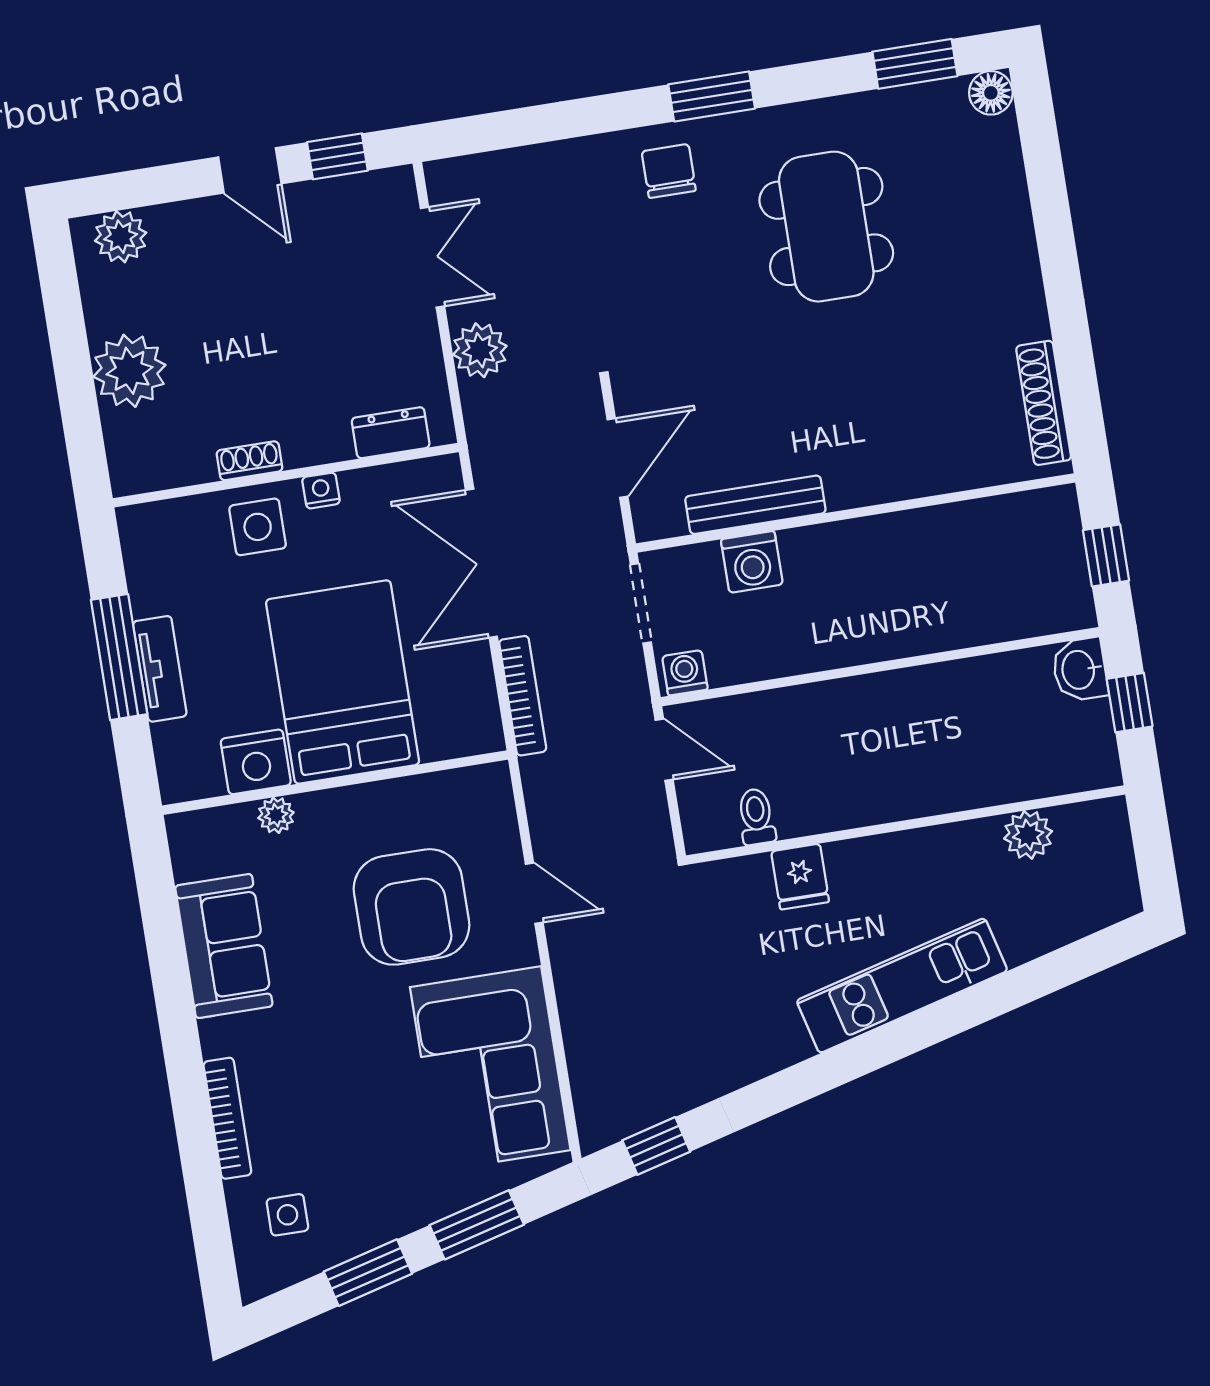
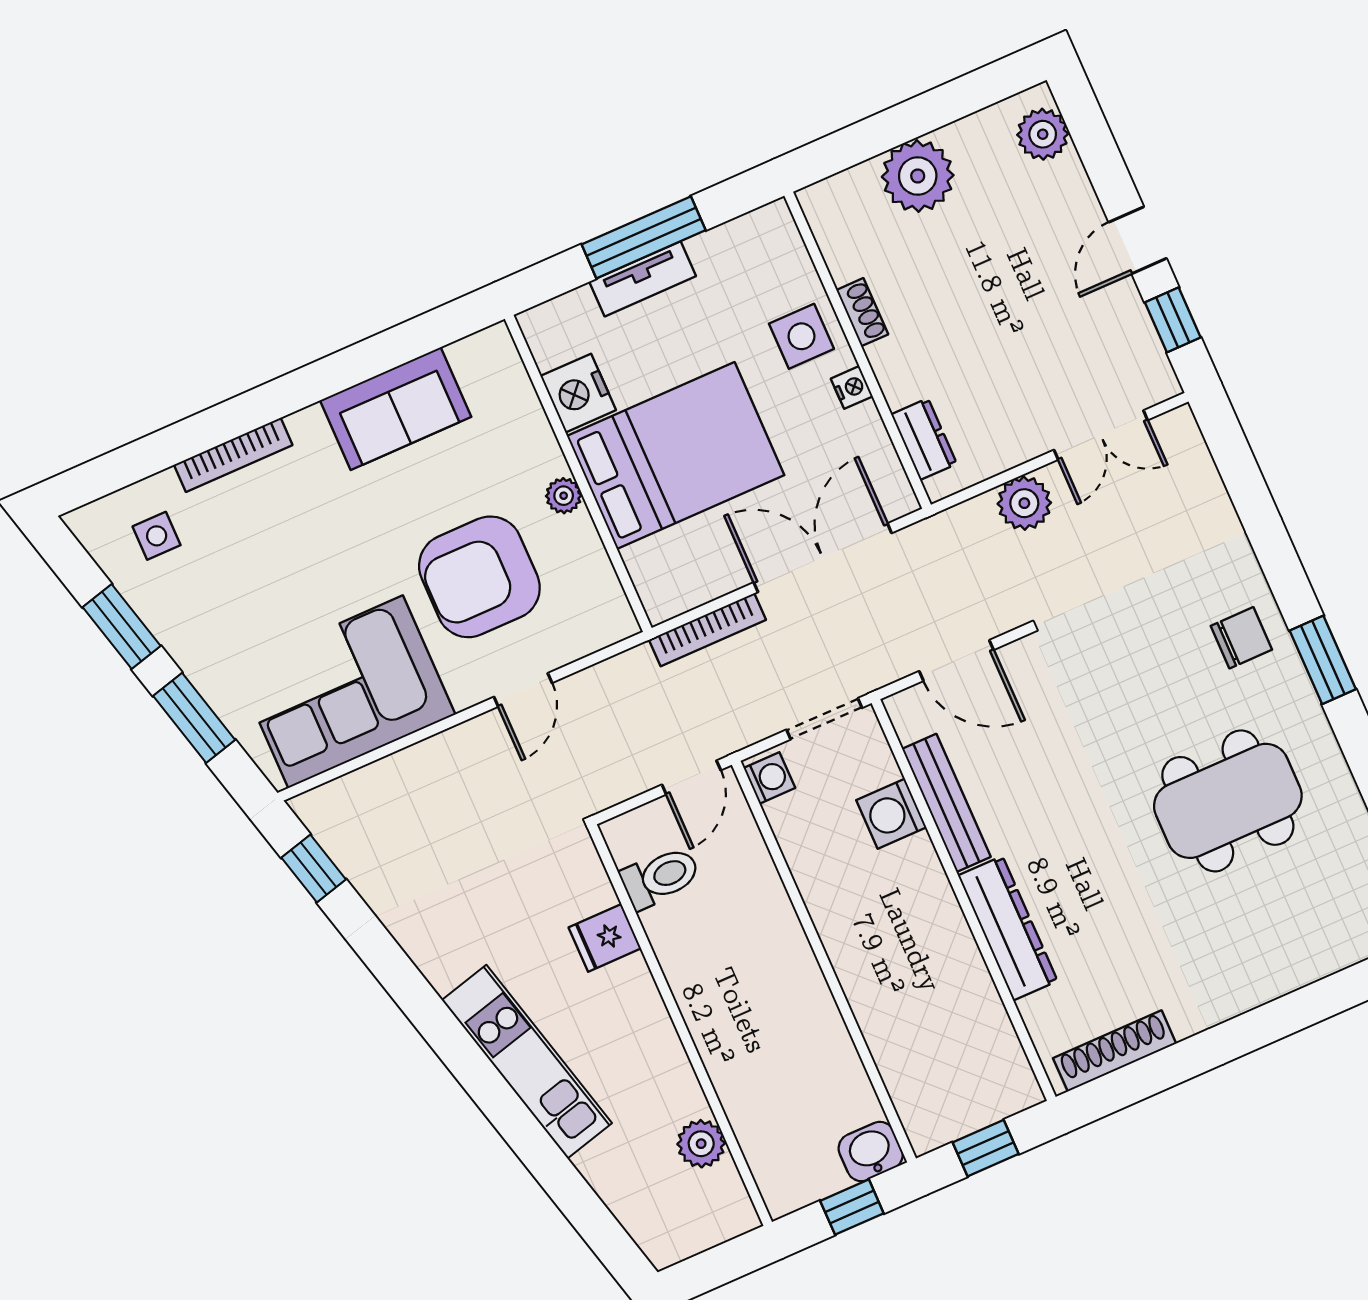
dresser: (895, 477) -> (1008, 928), added
plant: (276, 815) -> (564, 496), moved
toilet: (756, 817) -> (660, 877), width x1.37, depth x1.39

